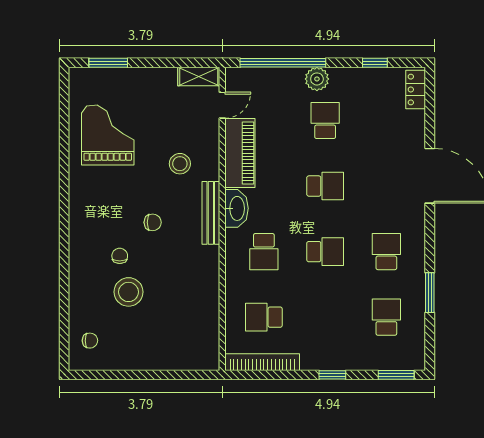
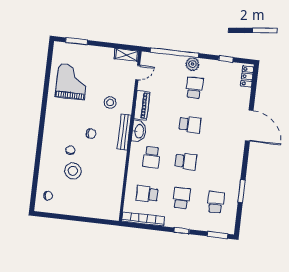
piano: (240, 153) -> (142, 105), width x0.73, depth x0.75
school desk: (386, 252) -> (181, 198), moved

